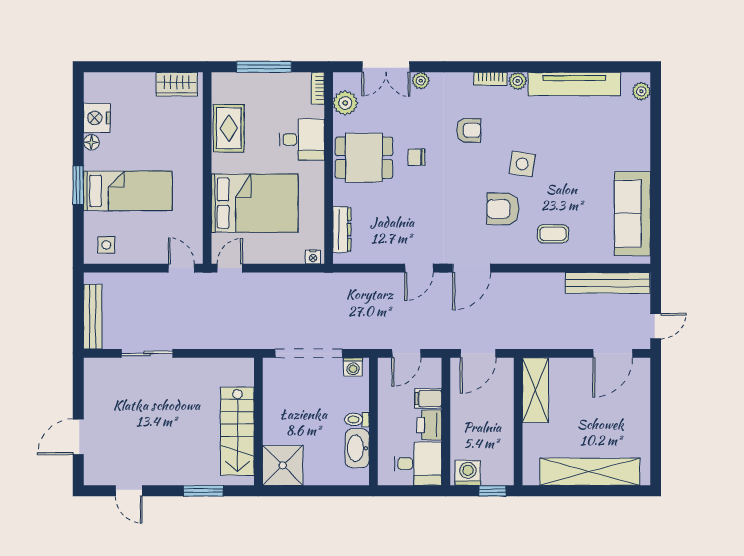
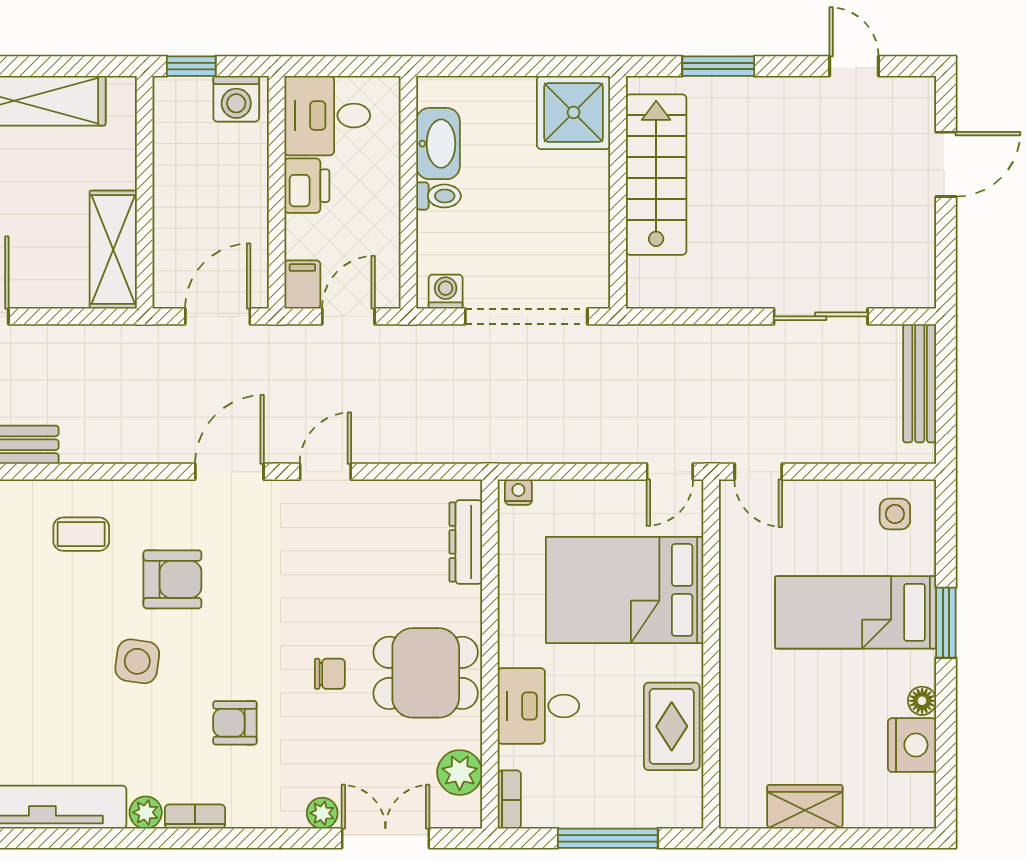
wardrobe: (177, 84) -> (805, 807), moved
filing cabinet: (428, 399) -> (302, 284), moved, turned -90

